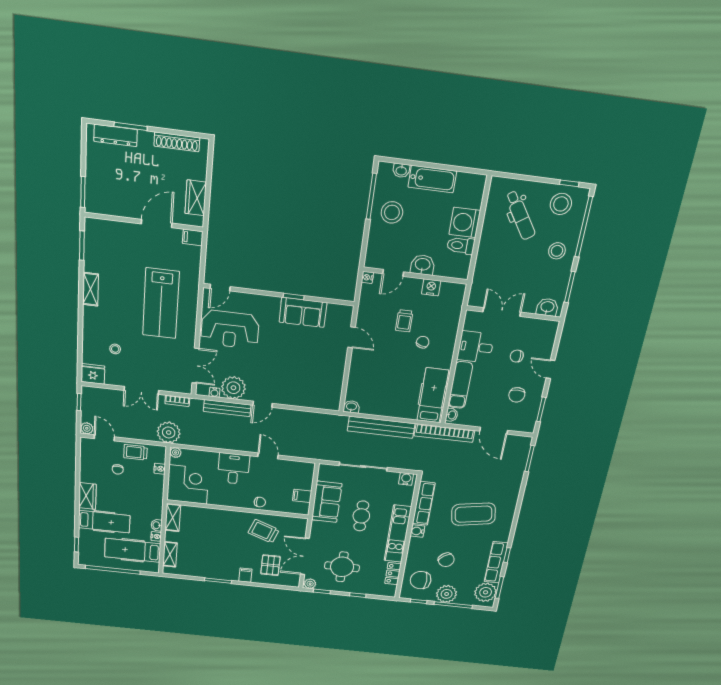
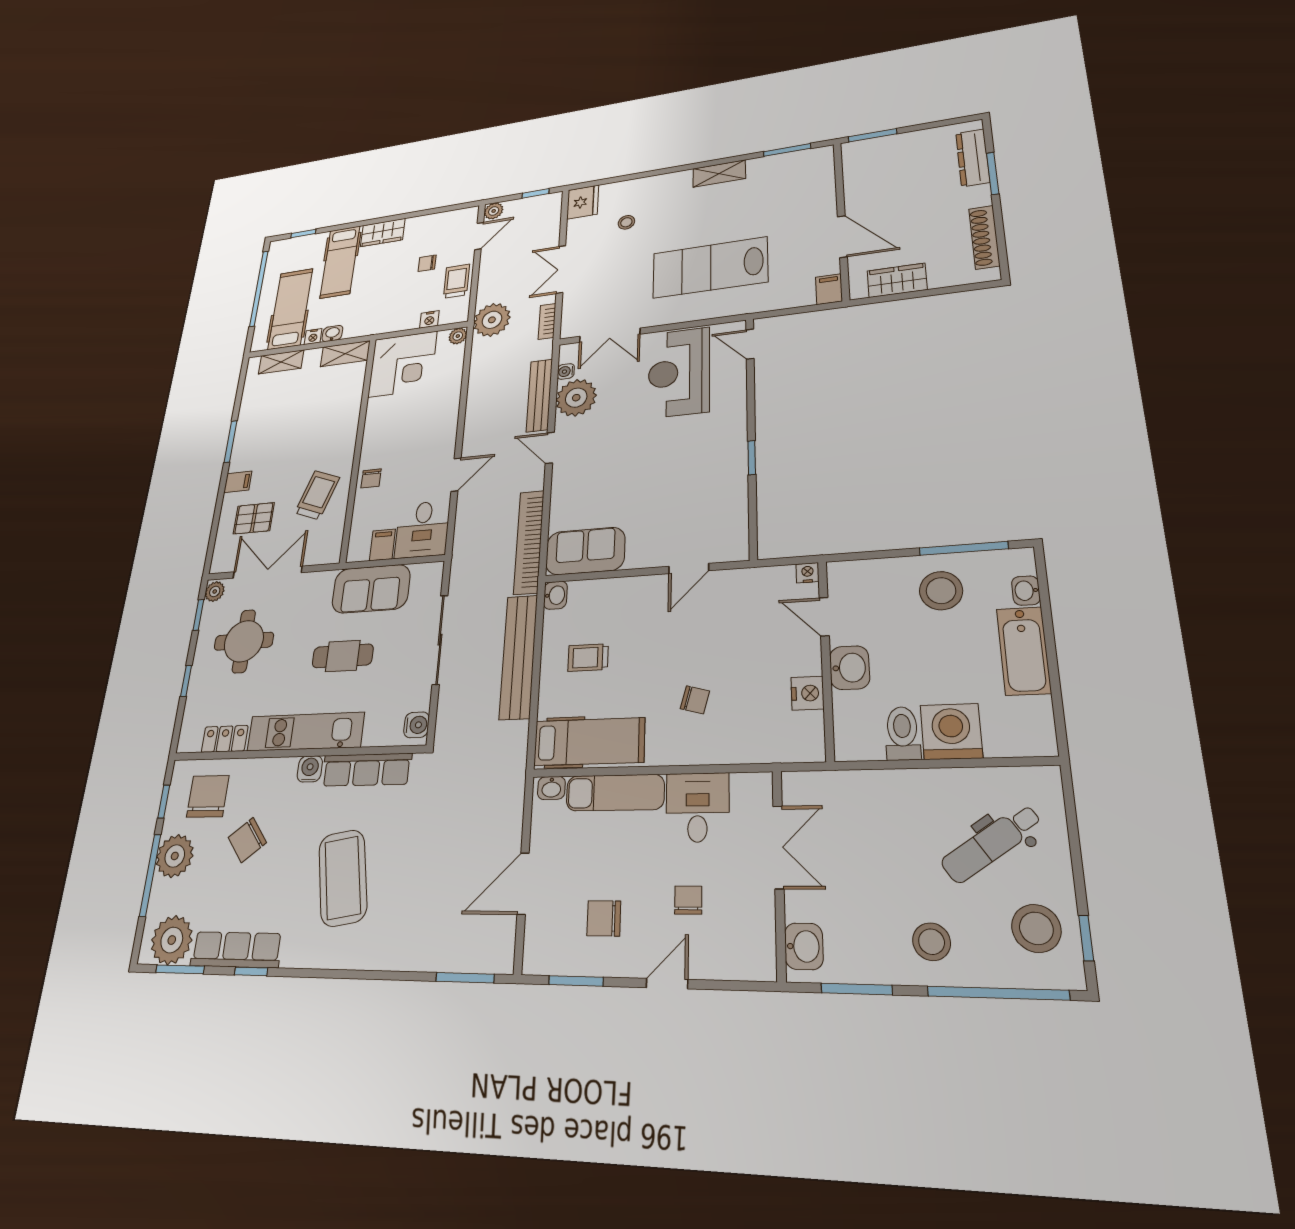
sofa: (303, 312) -> (585, 551), moved, turned 90
trolley: (404, 321) -> (588, 658), moved
bookcase: (444, 433) -> (529, 542), moved
desk: (234, 469) -> (422, 529), moved, turned 90

